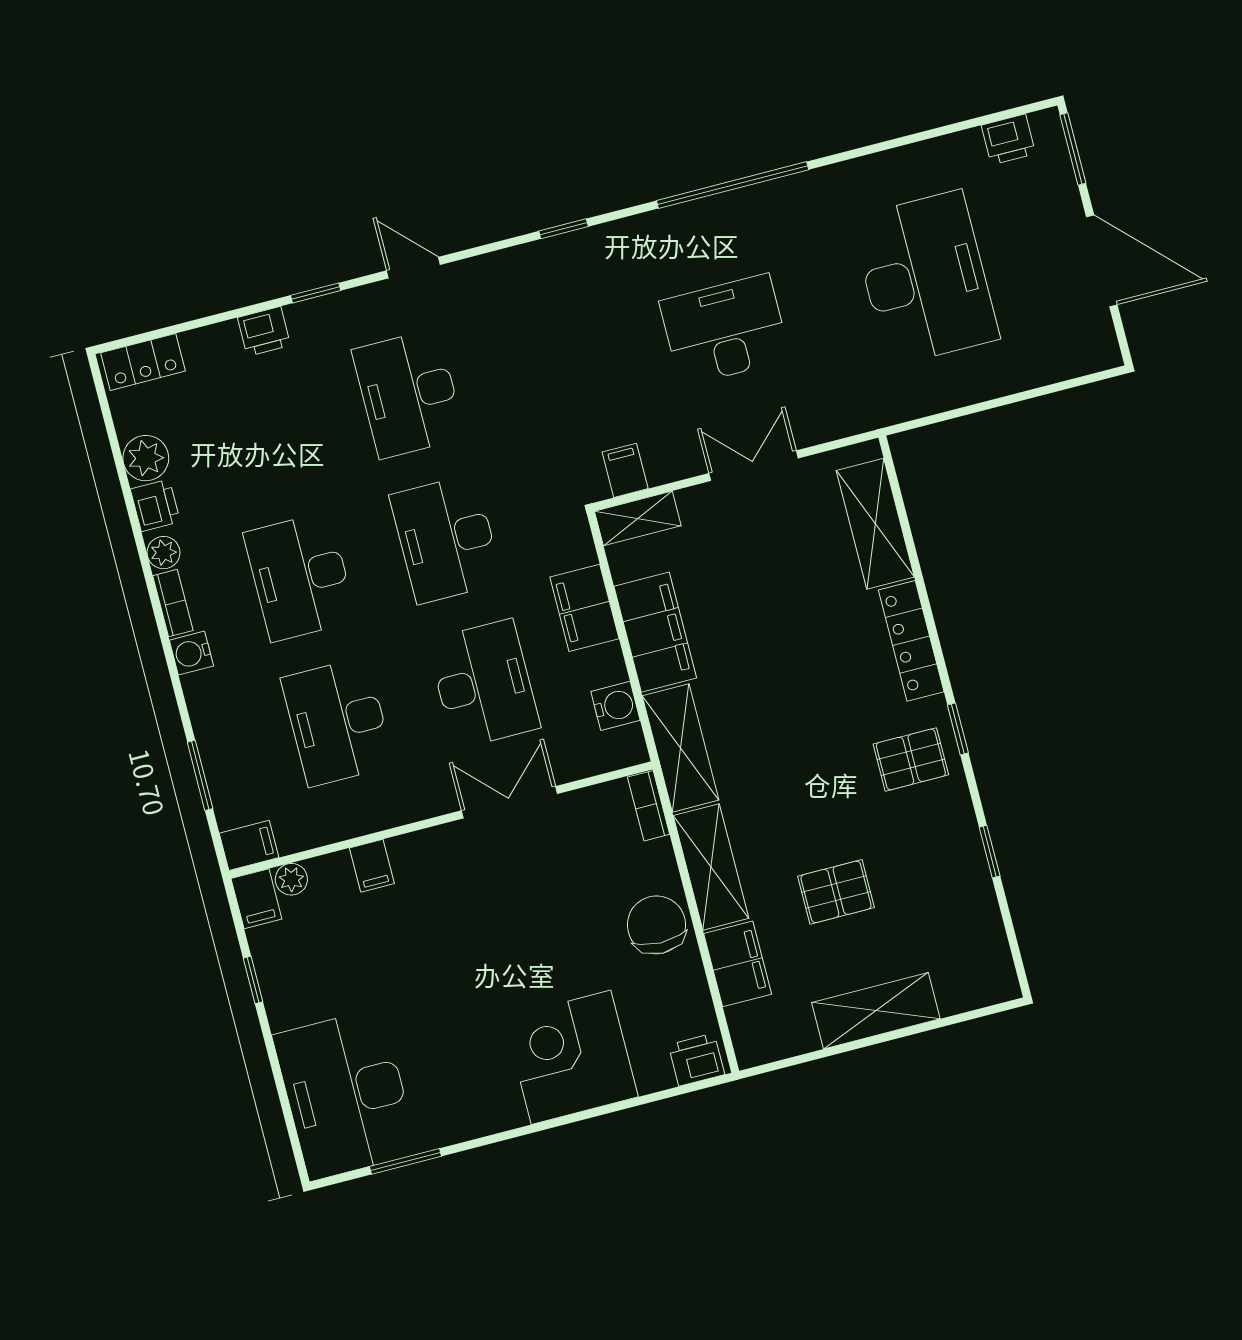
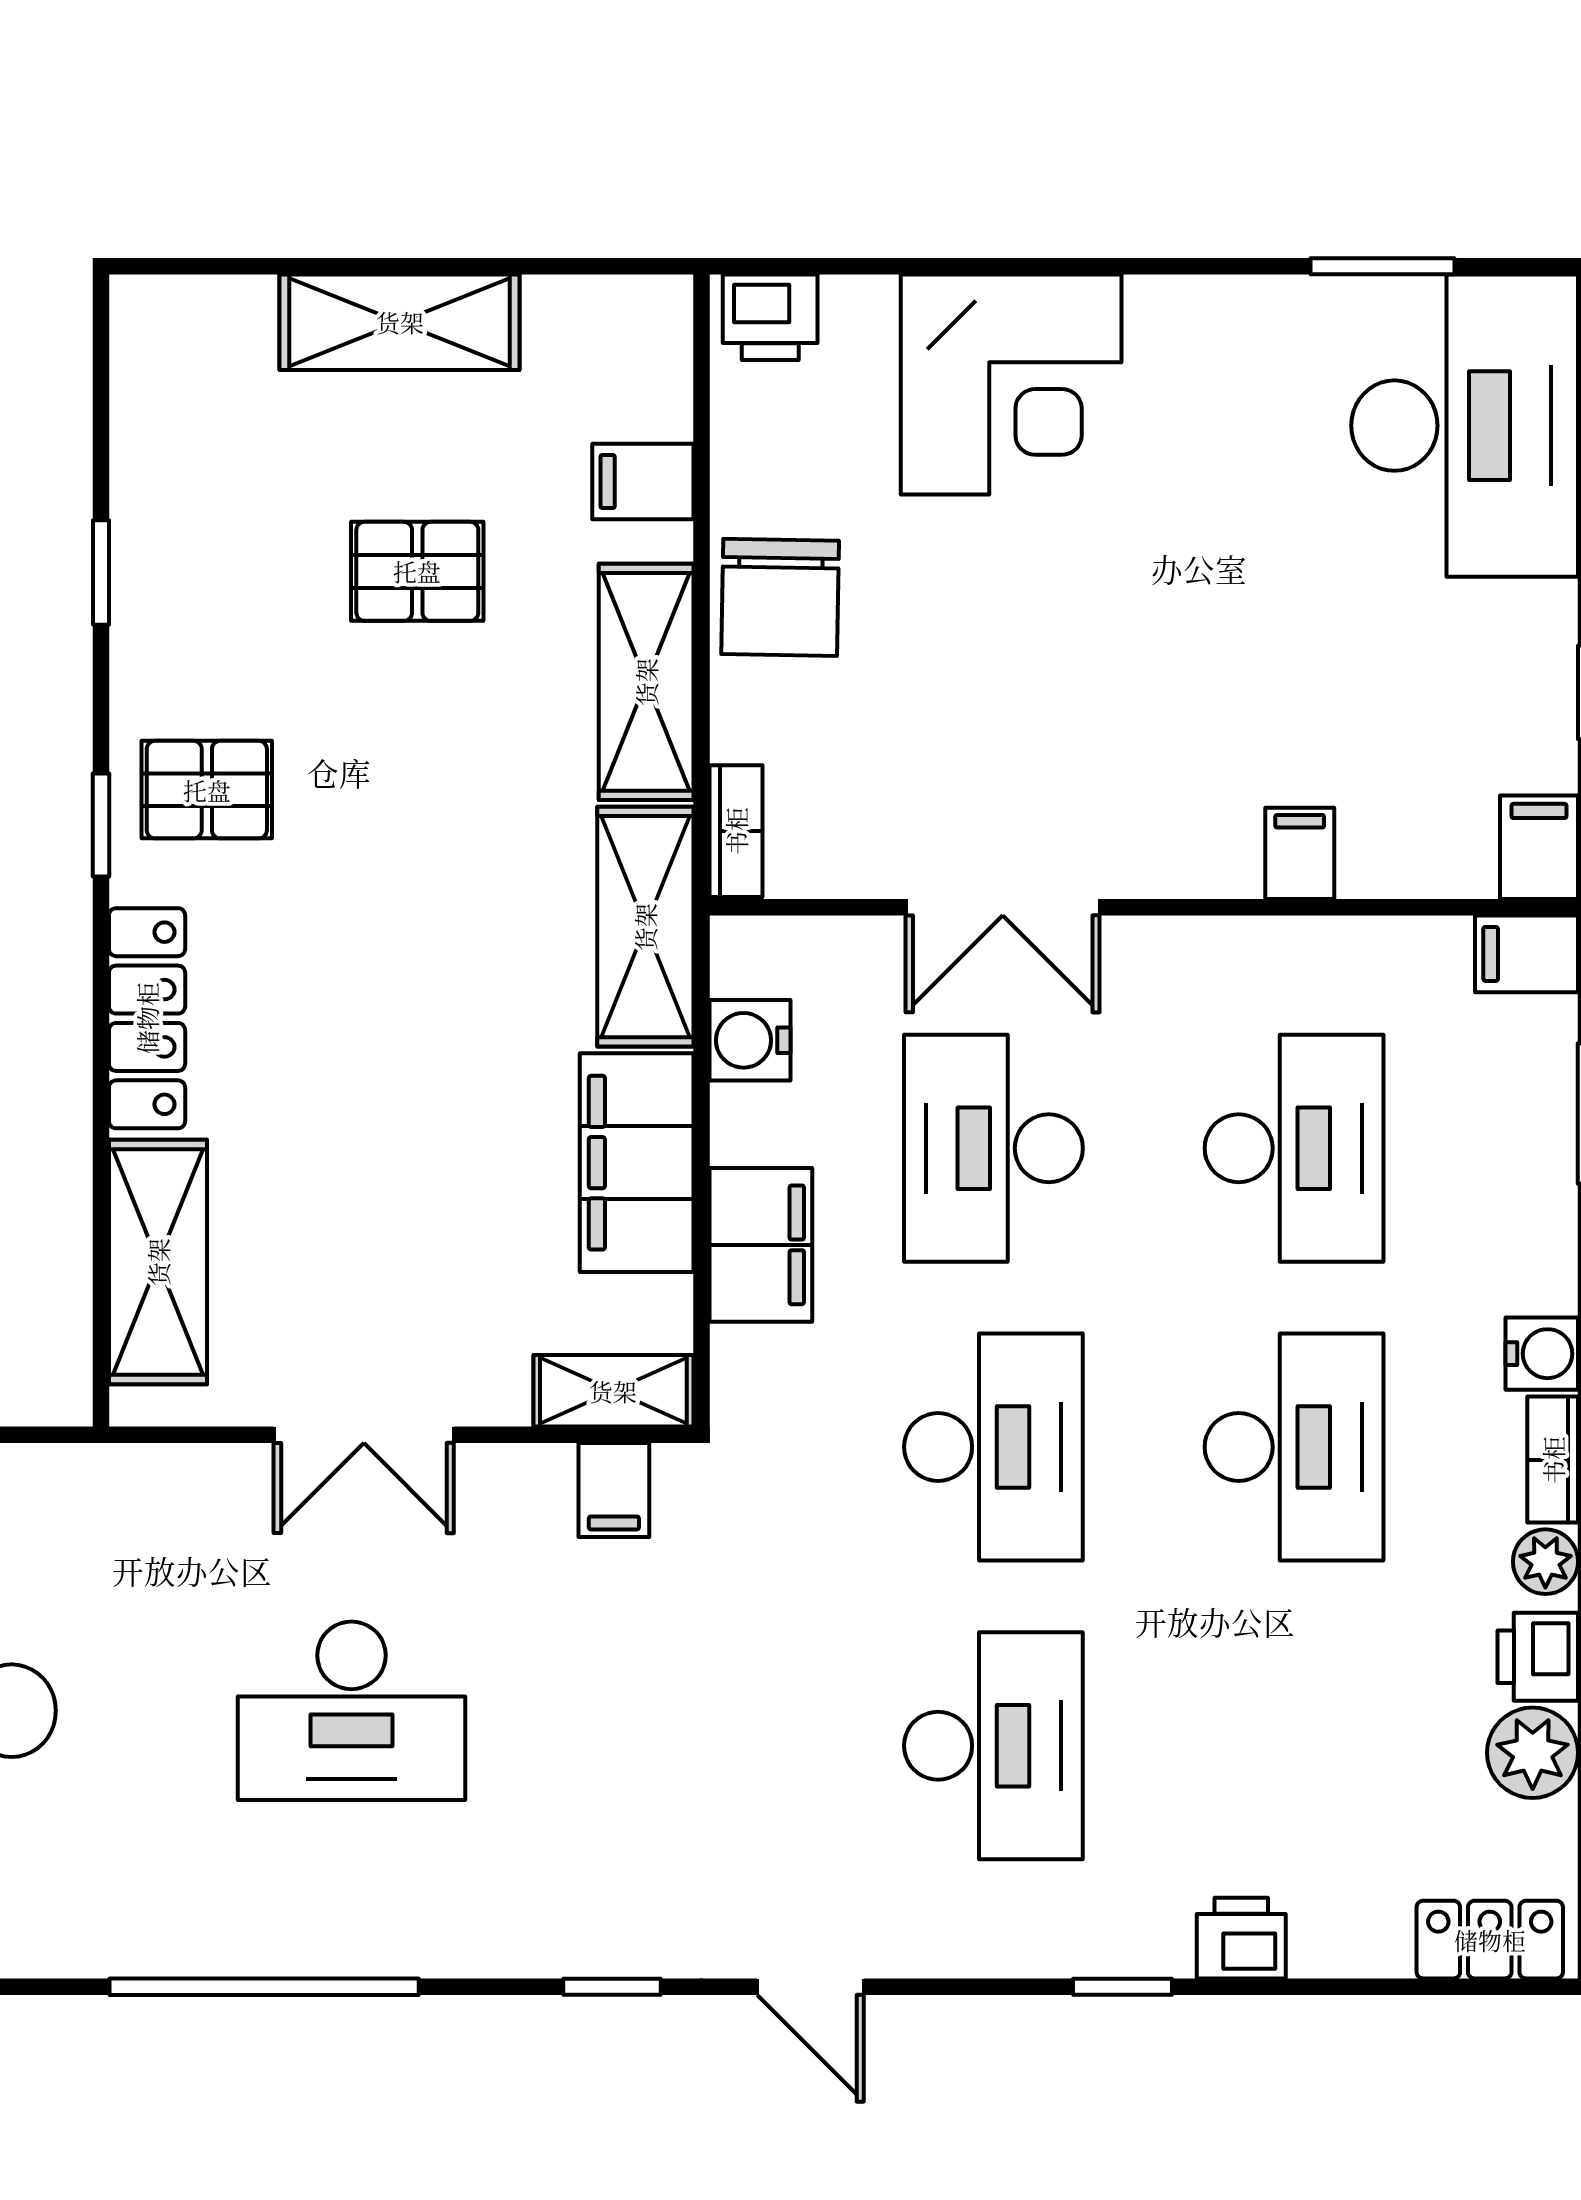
door: (413, 268) -> (810, 1987), moved
plant: (291, 879) -> (1462, 867), removed
filing cabinet: (738, 964) -> (643, 482), width x0.50

